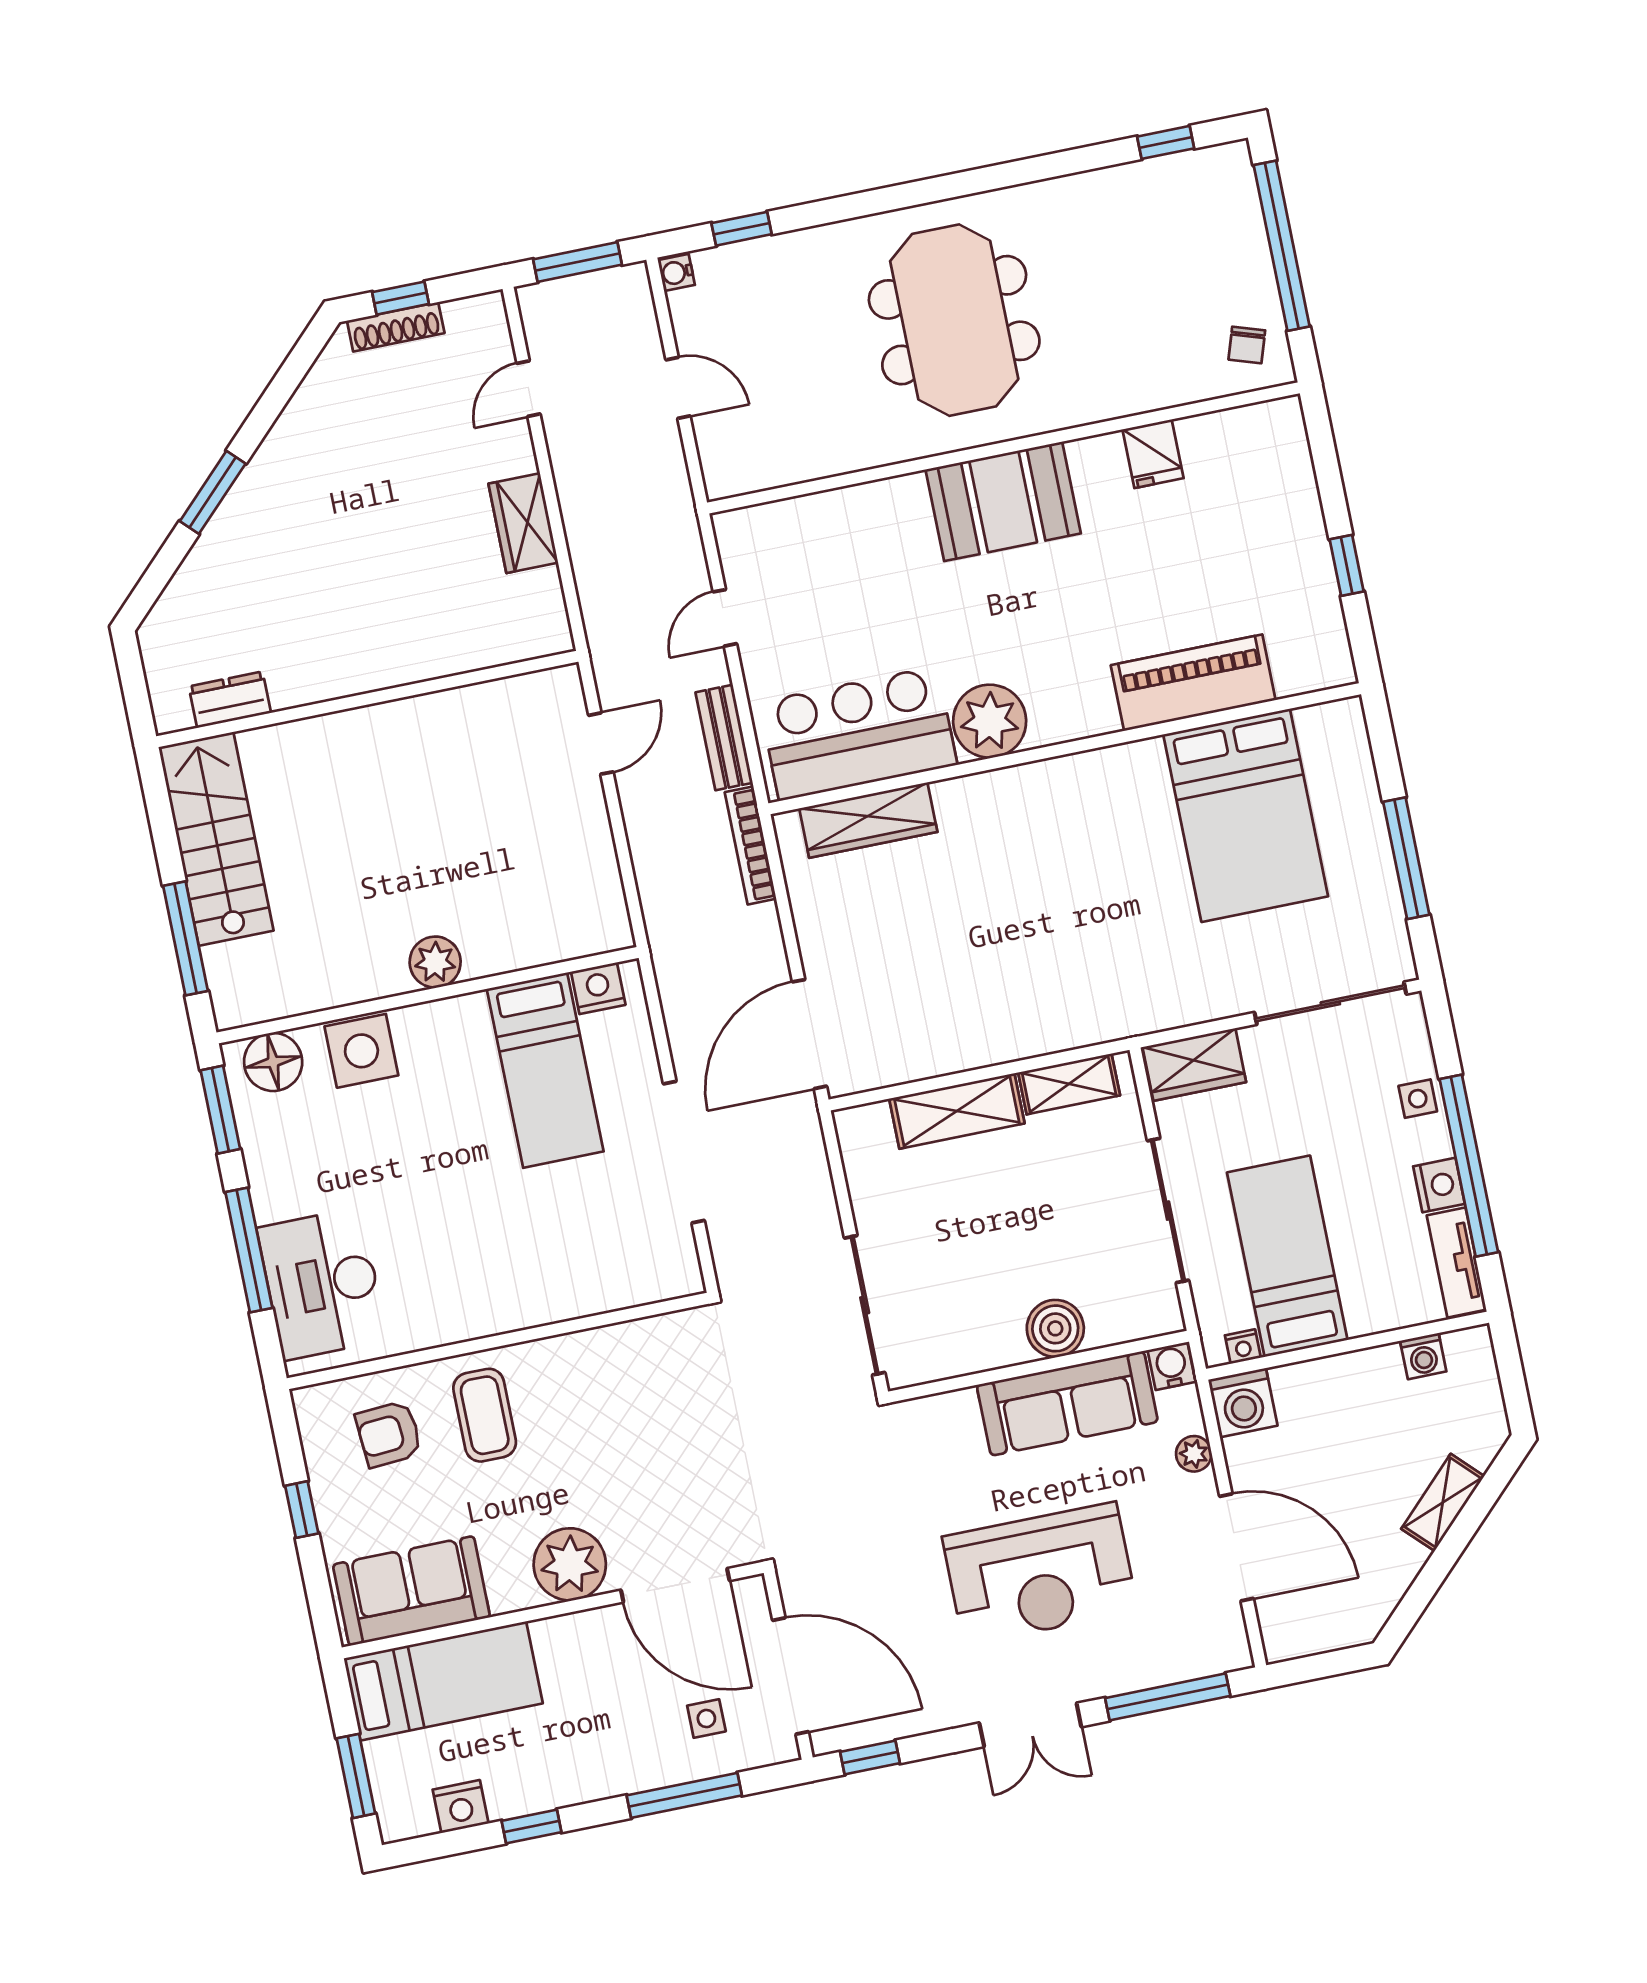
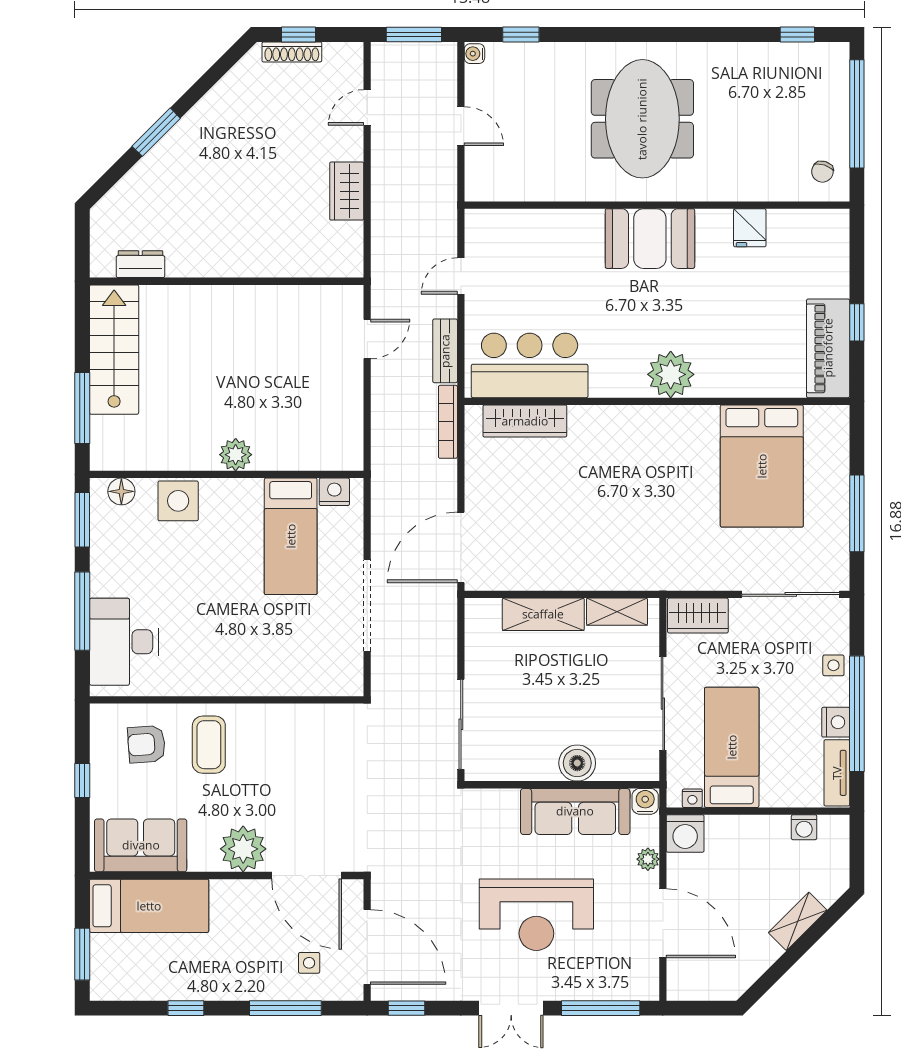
piano: (1193, 683) -> (828, 348), moved, turned -90
plant: (990, 721) -> (671, 374), moved
floor lamp: (273, 1062) -> (121, 491), width x0.73, depth x0.73
nightstand: (461, 1806) -> (144, 987), removed

